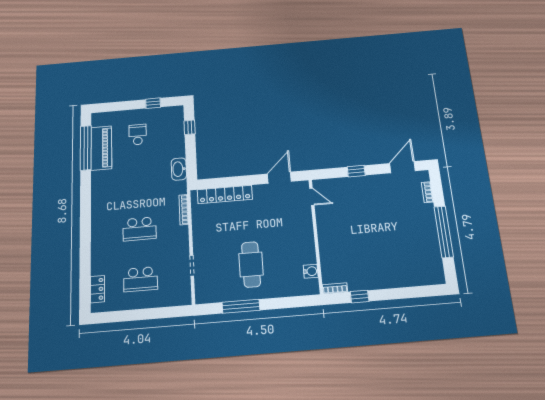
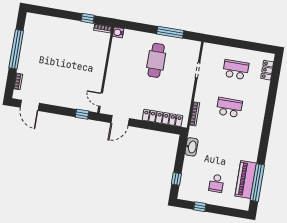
door: (403, 167) -> (30, 105), hinge flipped
window: (356, 171) -> (82, 114), moved
water cooler: (311, 271) -> (118, 32), moved

